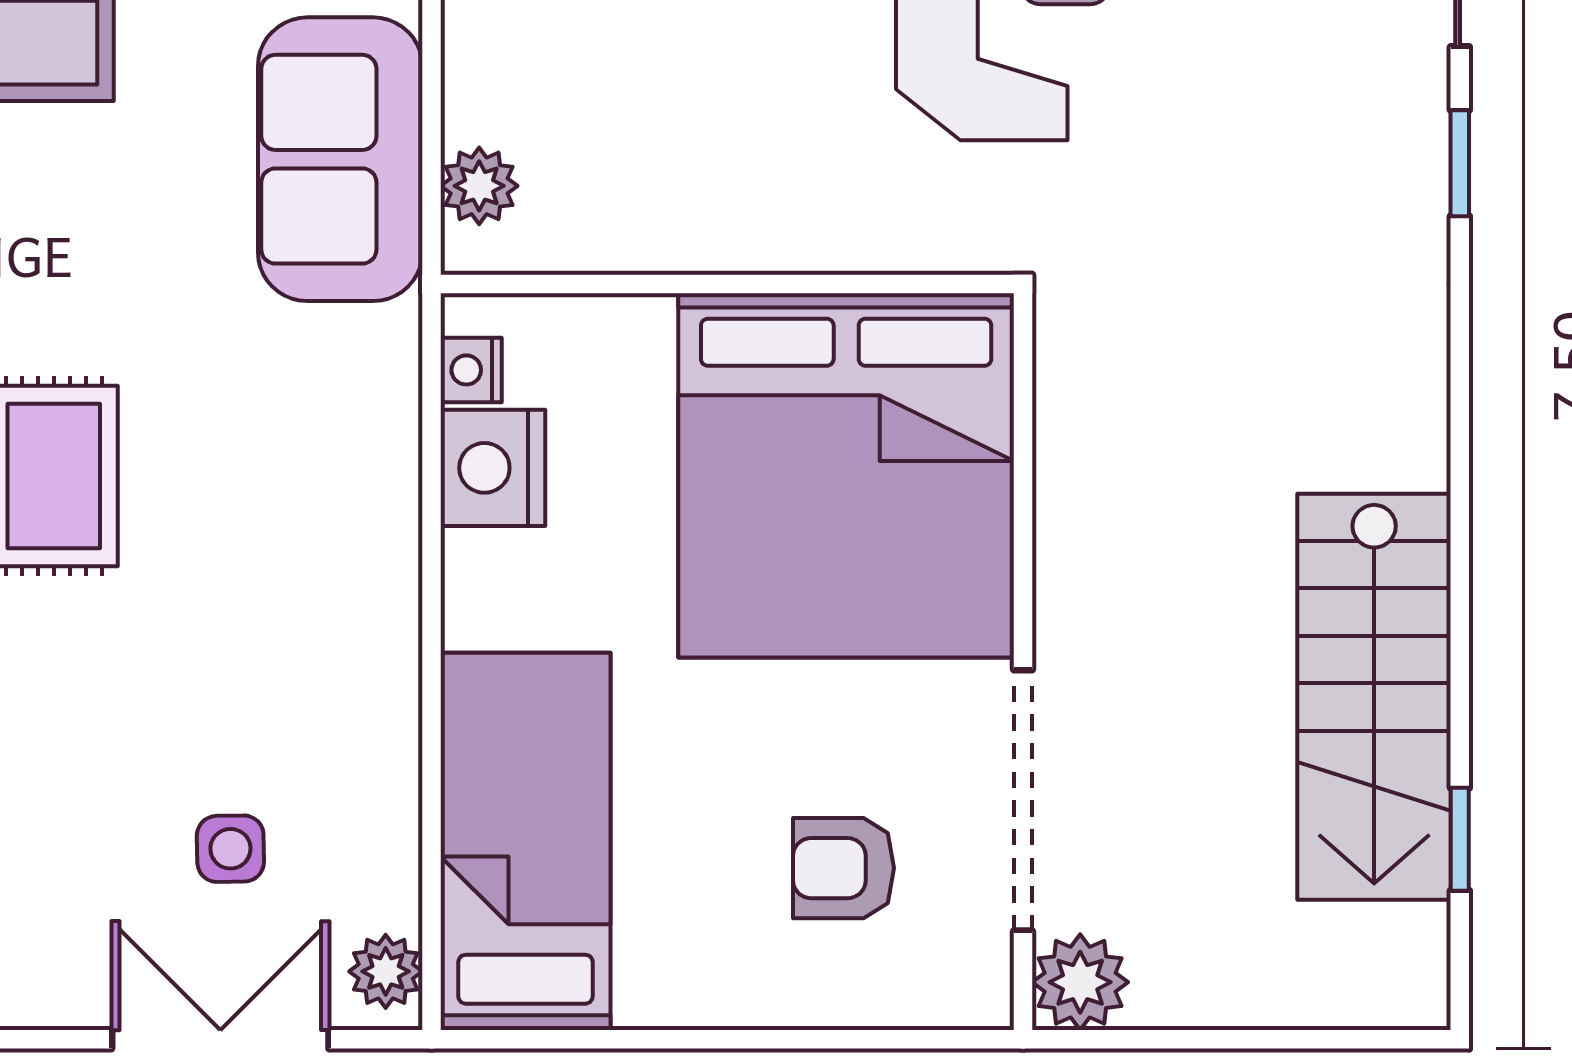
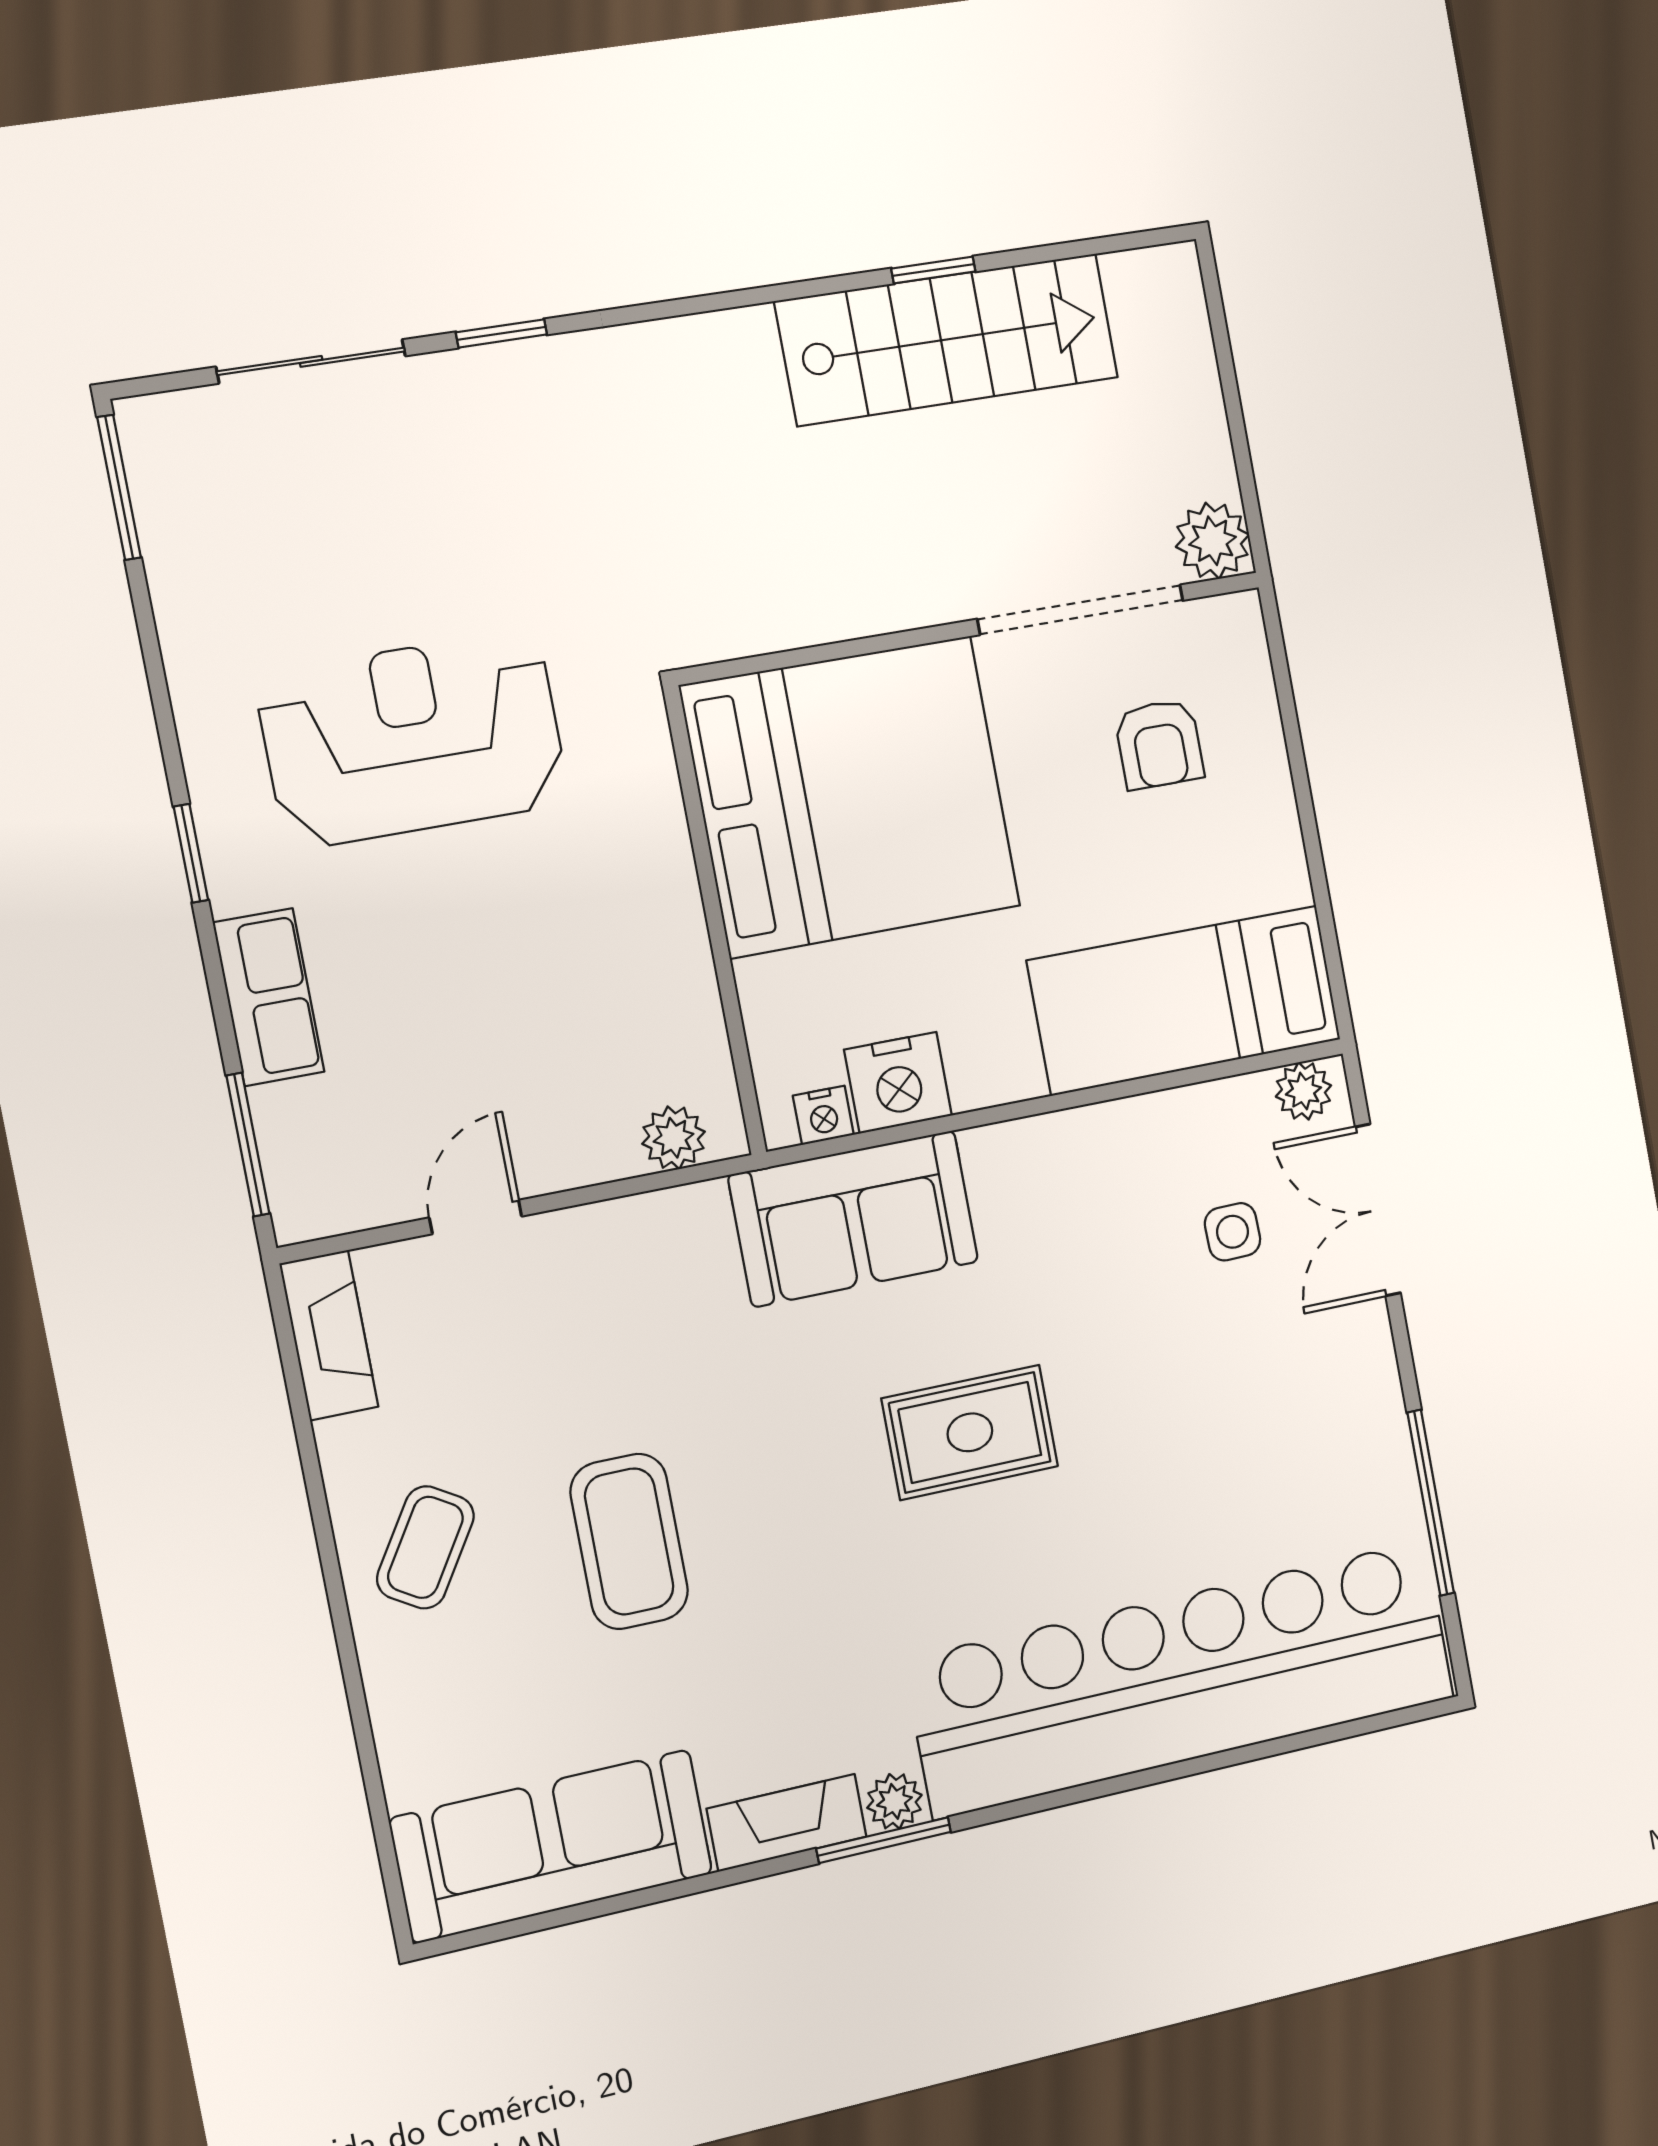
sofa: (340, 159) -> (854, 1219), moved
window: (1460, 839) -> (933, 270), moved

